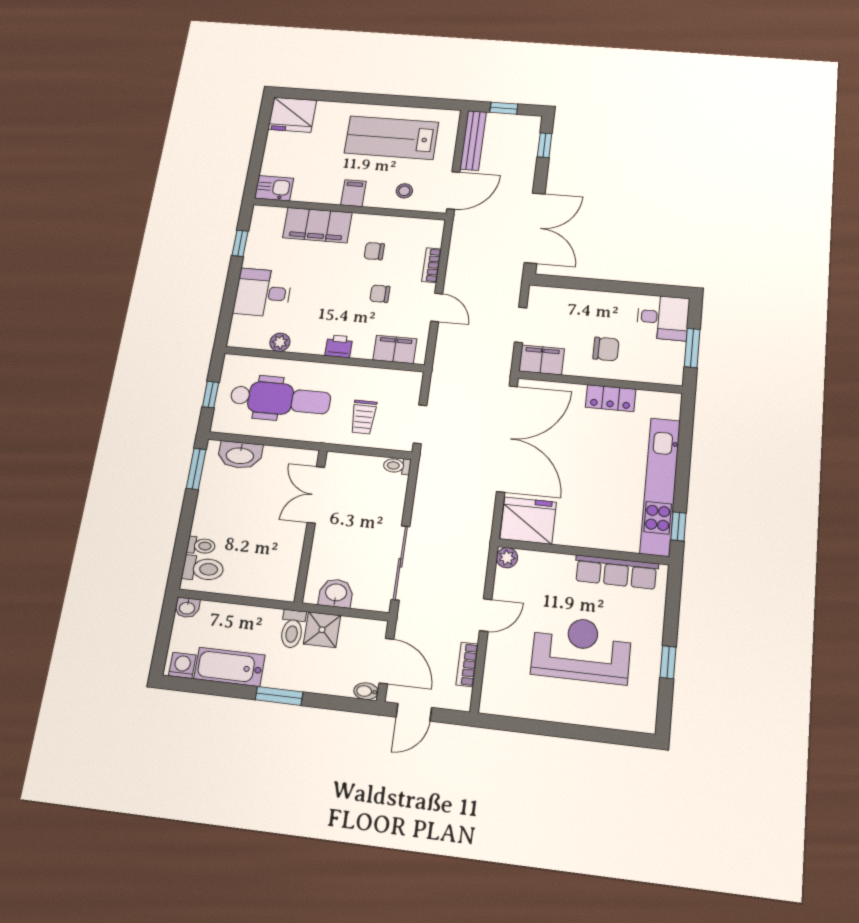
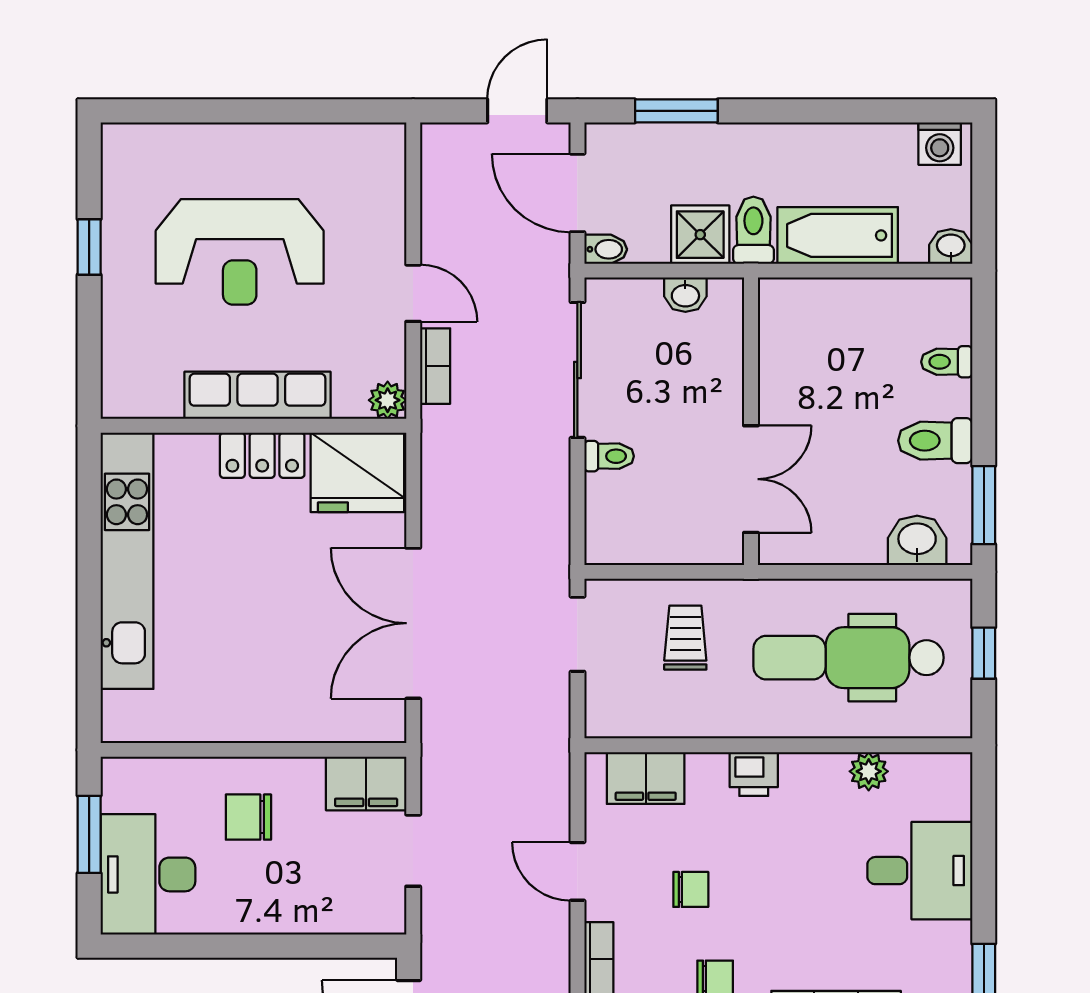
desk: (663, 317) -> (148, 874), width x1.37
locker: (611, 398) -> (262, 455), moved, turned 180
double door: (507, 438) -> (413, 623), width x0.73
washbasin: (240, 455) -> (917, 540), width x0.72
toilet: (397, 466) -> (609, 456), moved
window: (678, 526) -> (89, 490), removed
toilet: (203, 569) -> (935, 441), moved
row of seats: (616, 572) -> (258, 395), moved
washbasin: (336, 593) -> (685, 295), width x0.72, depth x0.69
door: (486, 615) -> (413, 293), swing flipped
bookcase: (467, 664) -> (435, 366), moved
bathtub: (229, 667) -> (838, 235), moved, turned 180
bidet: (366, 691) -> (606, 249), moved
window: (279, 696) -> (676, 111), moved

